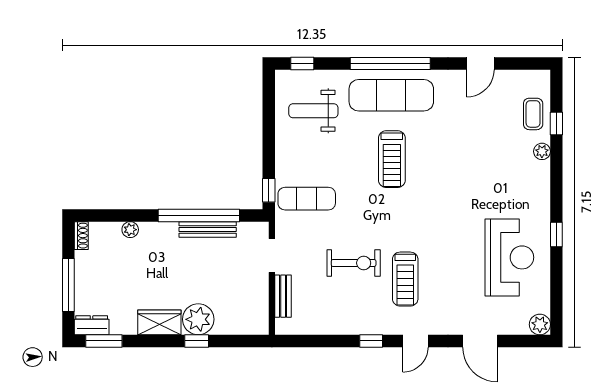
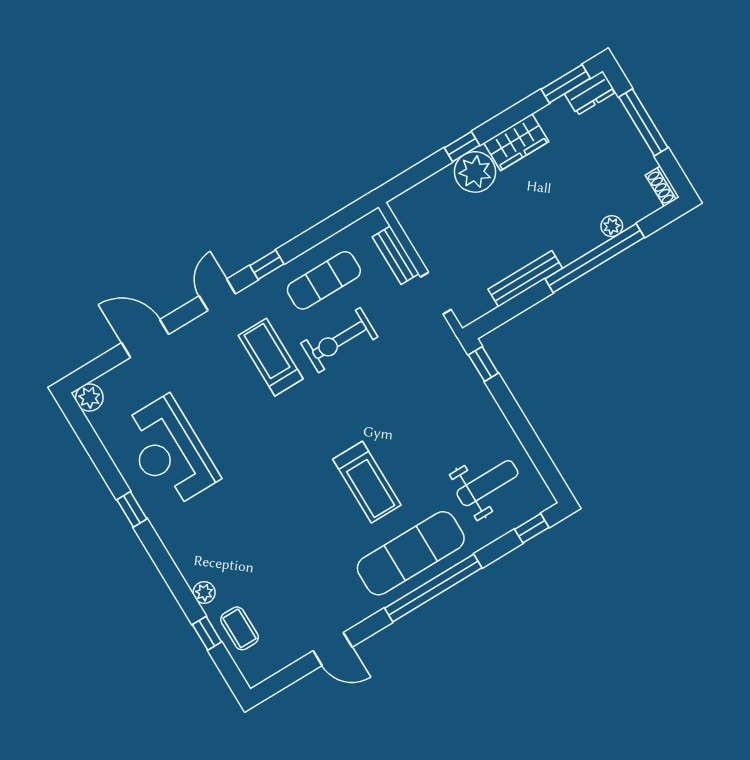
door: (480, 64) -> (333, 649), swing flipped
treadmill: (392, 159) -> (367, 482), turned 180
exercise mat: (307, 199) -> (324, 280), moved
window: (199, 215) -> (595, 258), moved

